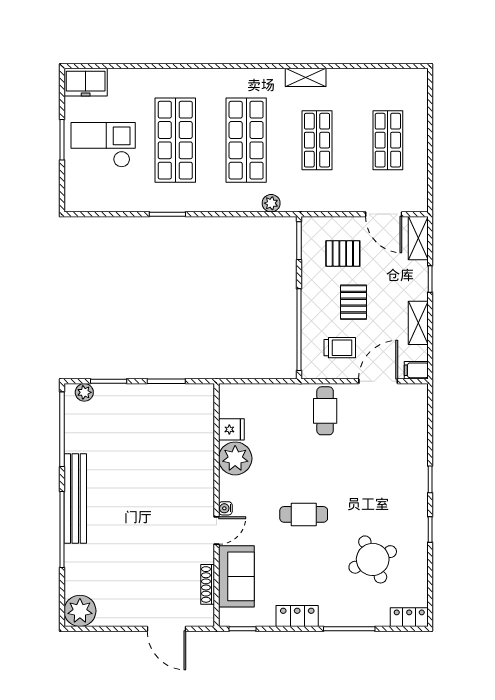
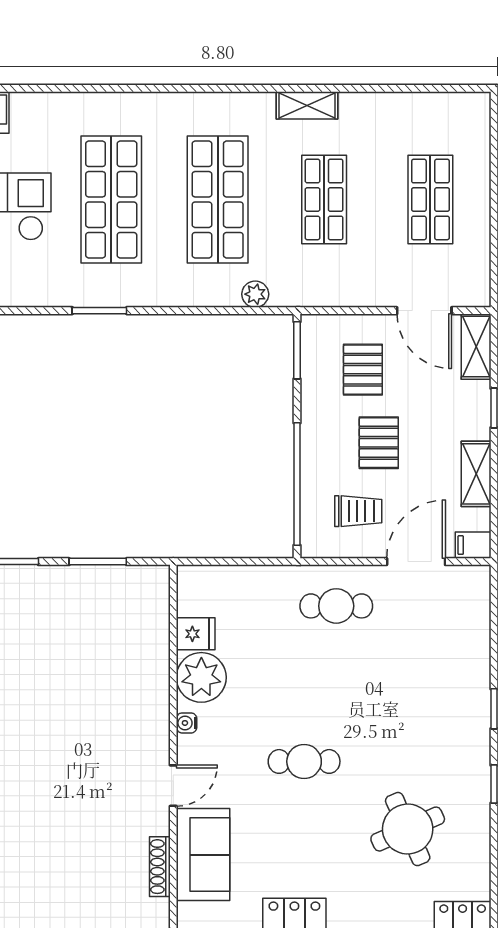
pallet: (343, 253) -> (363, 370), turned 90
cafe table: (325, 411) -> (336, 606), turned 90
water cooler: (225, 508) -> (187, 723), moved

